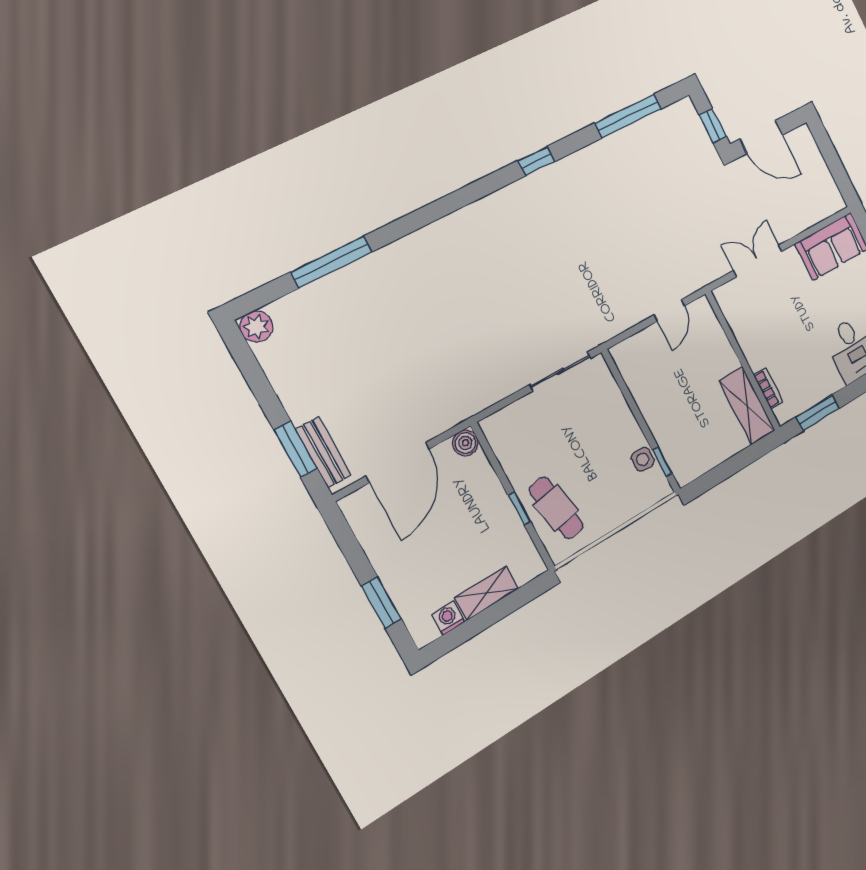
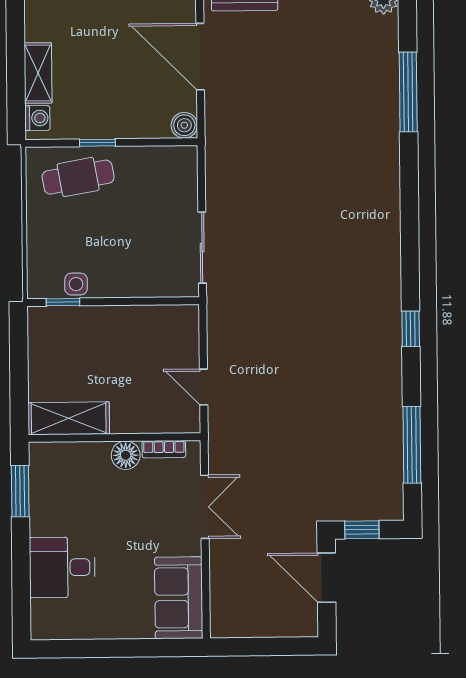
door: (761, 137) -> (326, 578), hinge flipped
floor lamp: (751, 345) -> (126, 455), added
bookcase: (768, 388) -> (164, 449), moved
washing machine: (448, 618) -> (37, 118), moved

